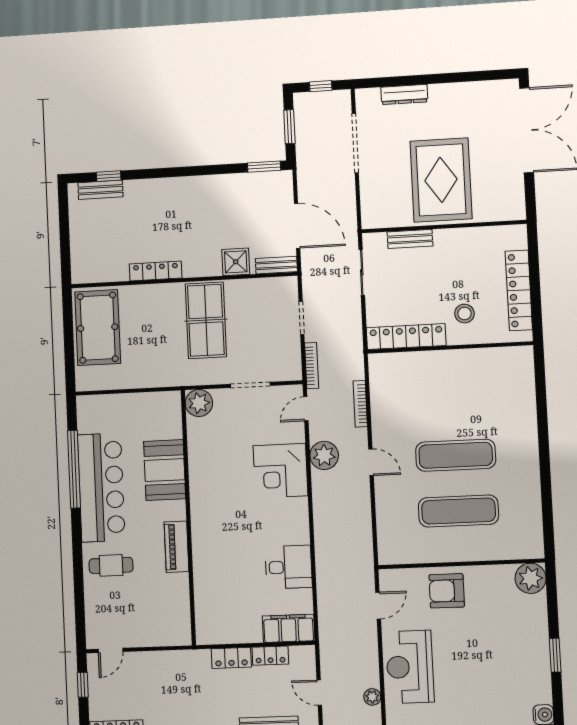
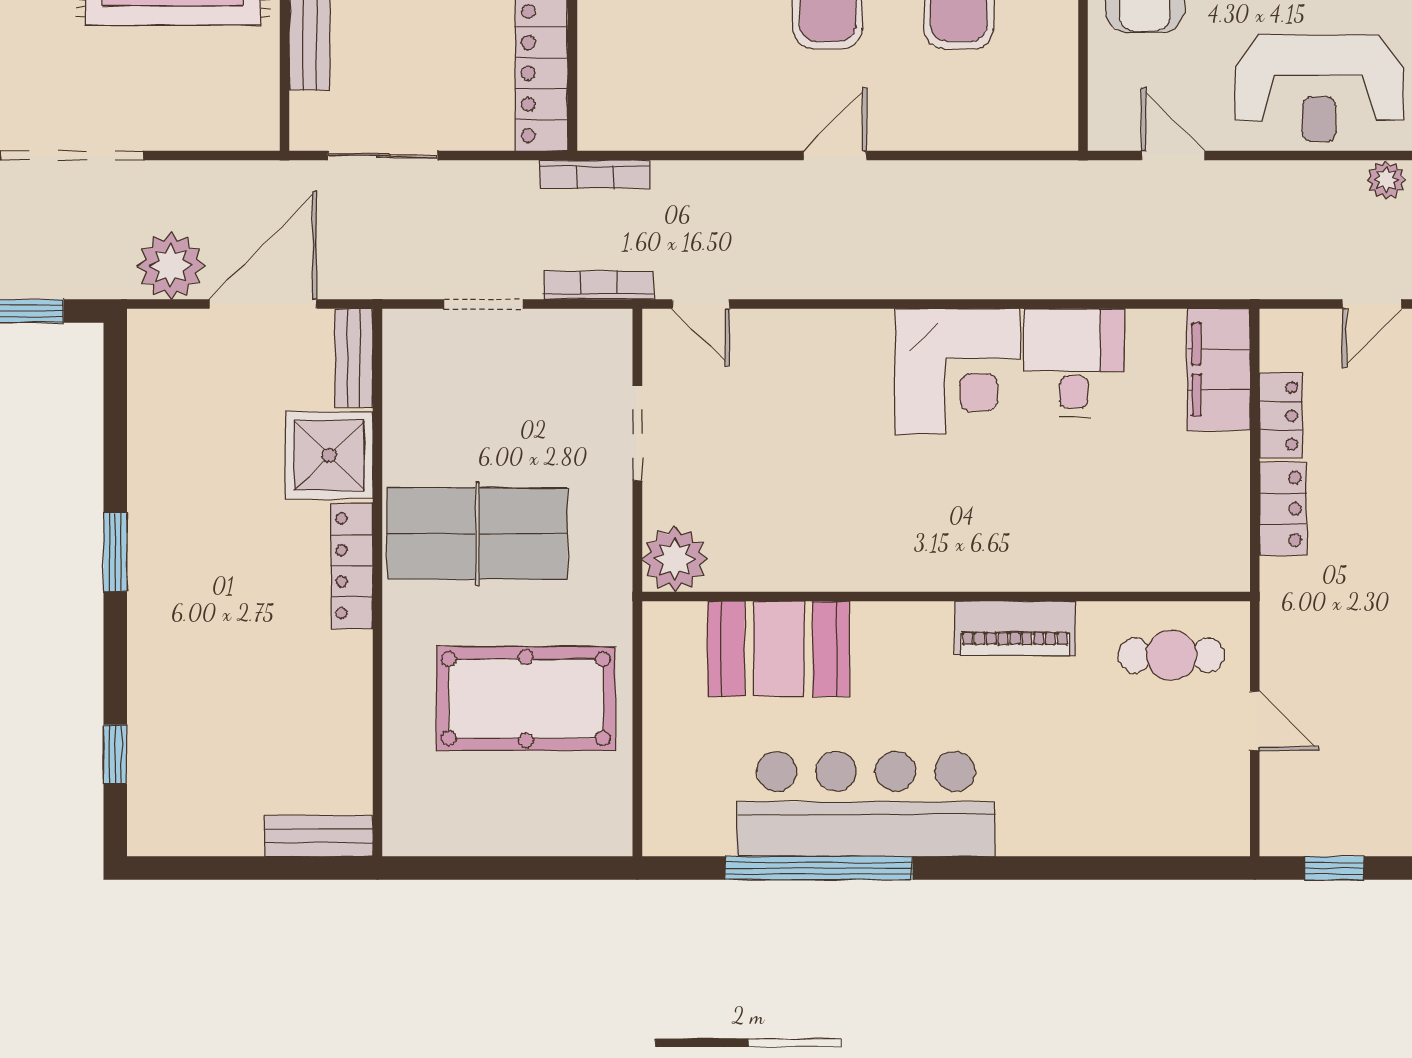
window: (264, 167) -> (115, 552), moved
bench: (100, 190) -> (319, 836), moved, turned 90
shower: (236, 262) -> (329, 455), width x1.36, depth x1.36
locker: (156, 271) -> (352, 566), moved
pool table: (98, 328) -> (526, 699), moved
bookcase: (360, 404) -> (595, 174), moved
plant: (324, 455) -> (171, 266), moved
booth: (165, 470) -> (779, 649), moved
corner desk: (280, 471) -> (958, 371), moved
cafe table: (111, 565) -> (1171, 655), moved, turned 90
door: (111, 650) -> (1255, 721), moved

